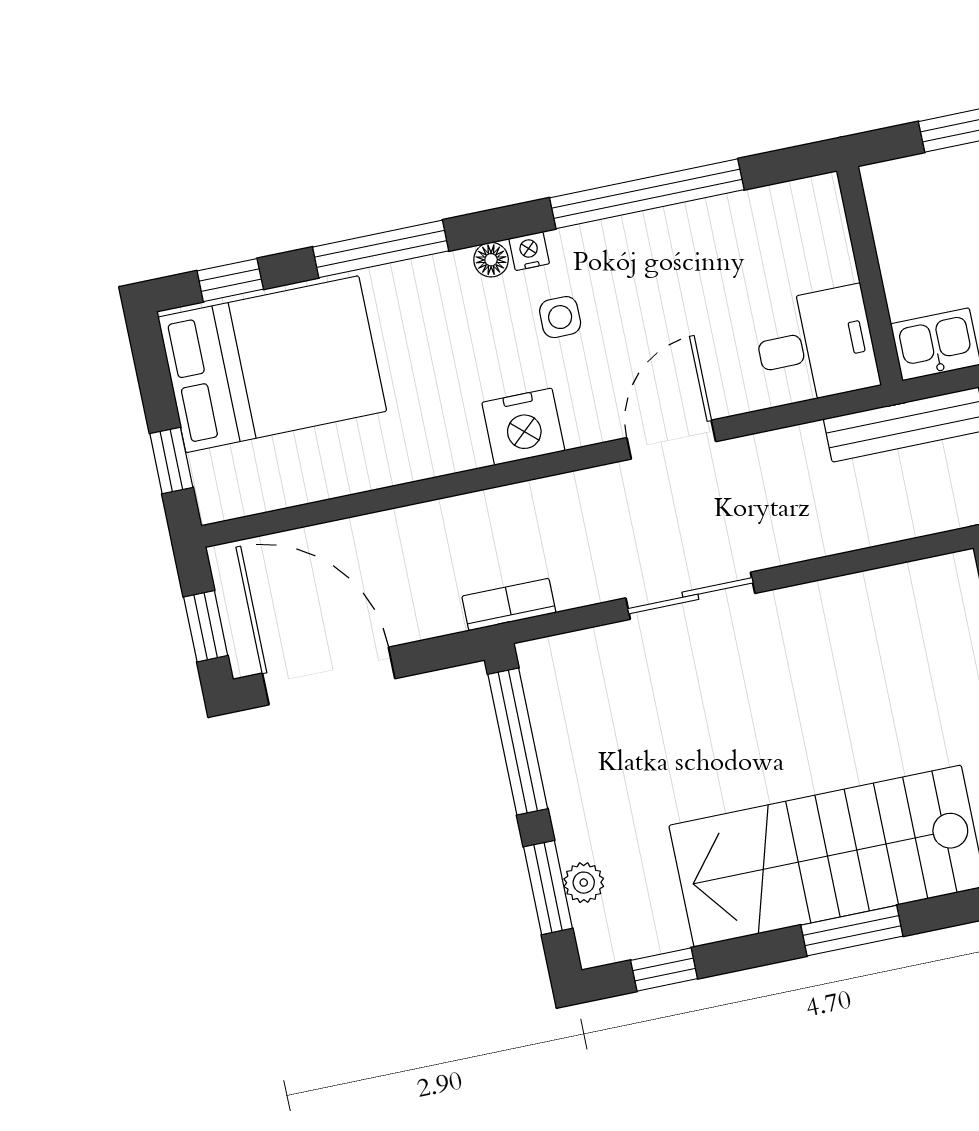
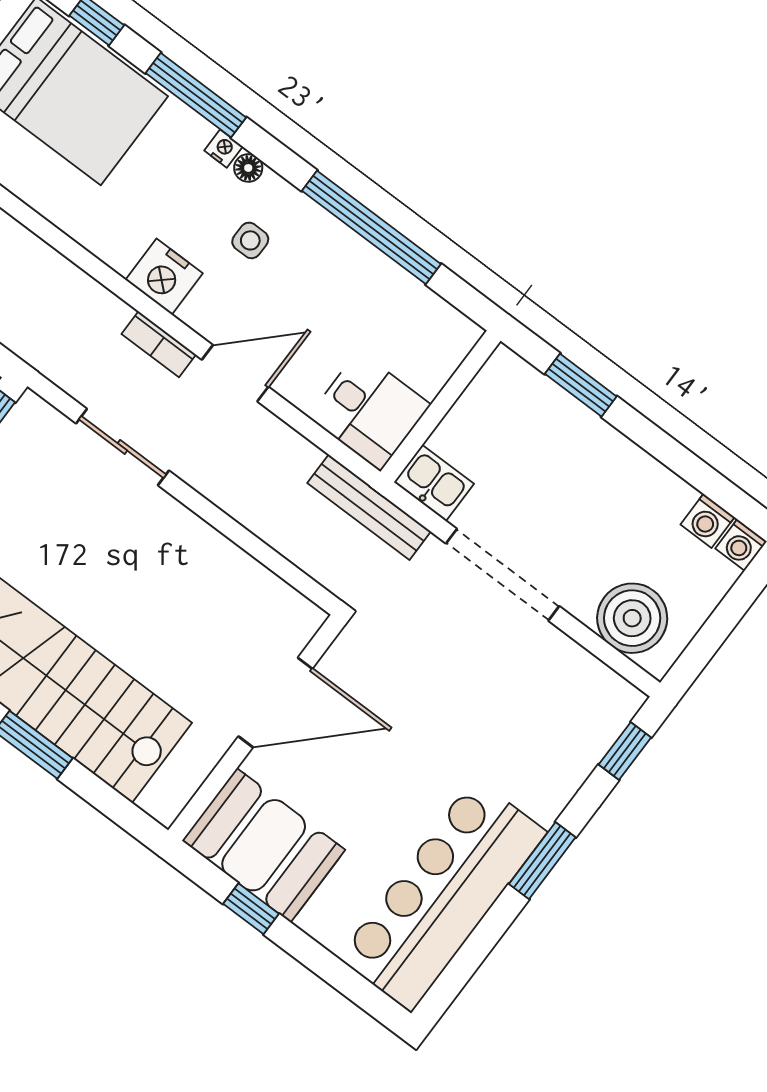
nightstand: (529, 251) -> (223, 149), moved
sliding door: (690, 596) -> (122, 447), moved
bookcase: (509, 604) -> (159, 344), moved, turned 180

